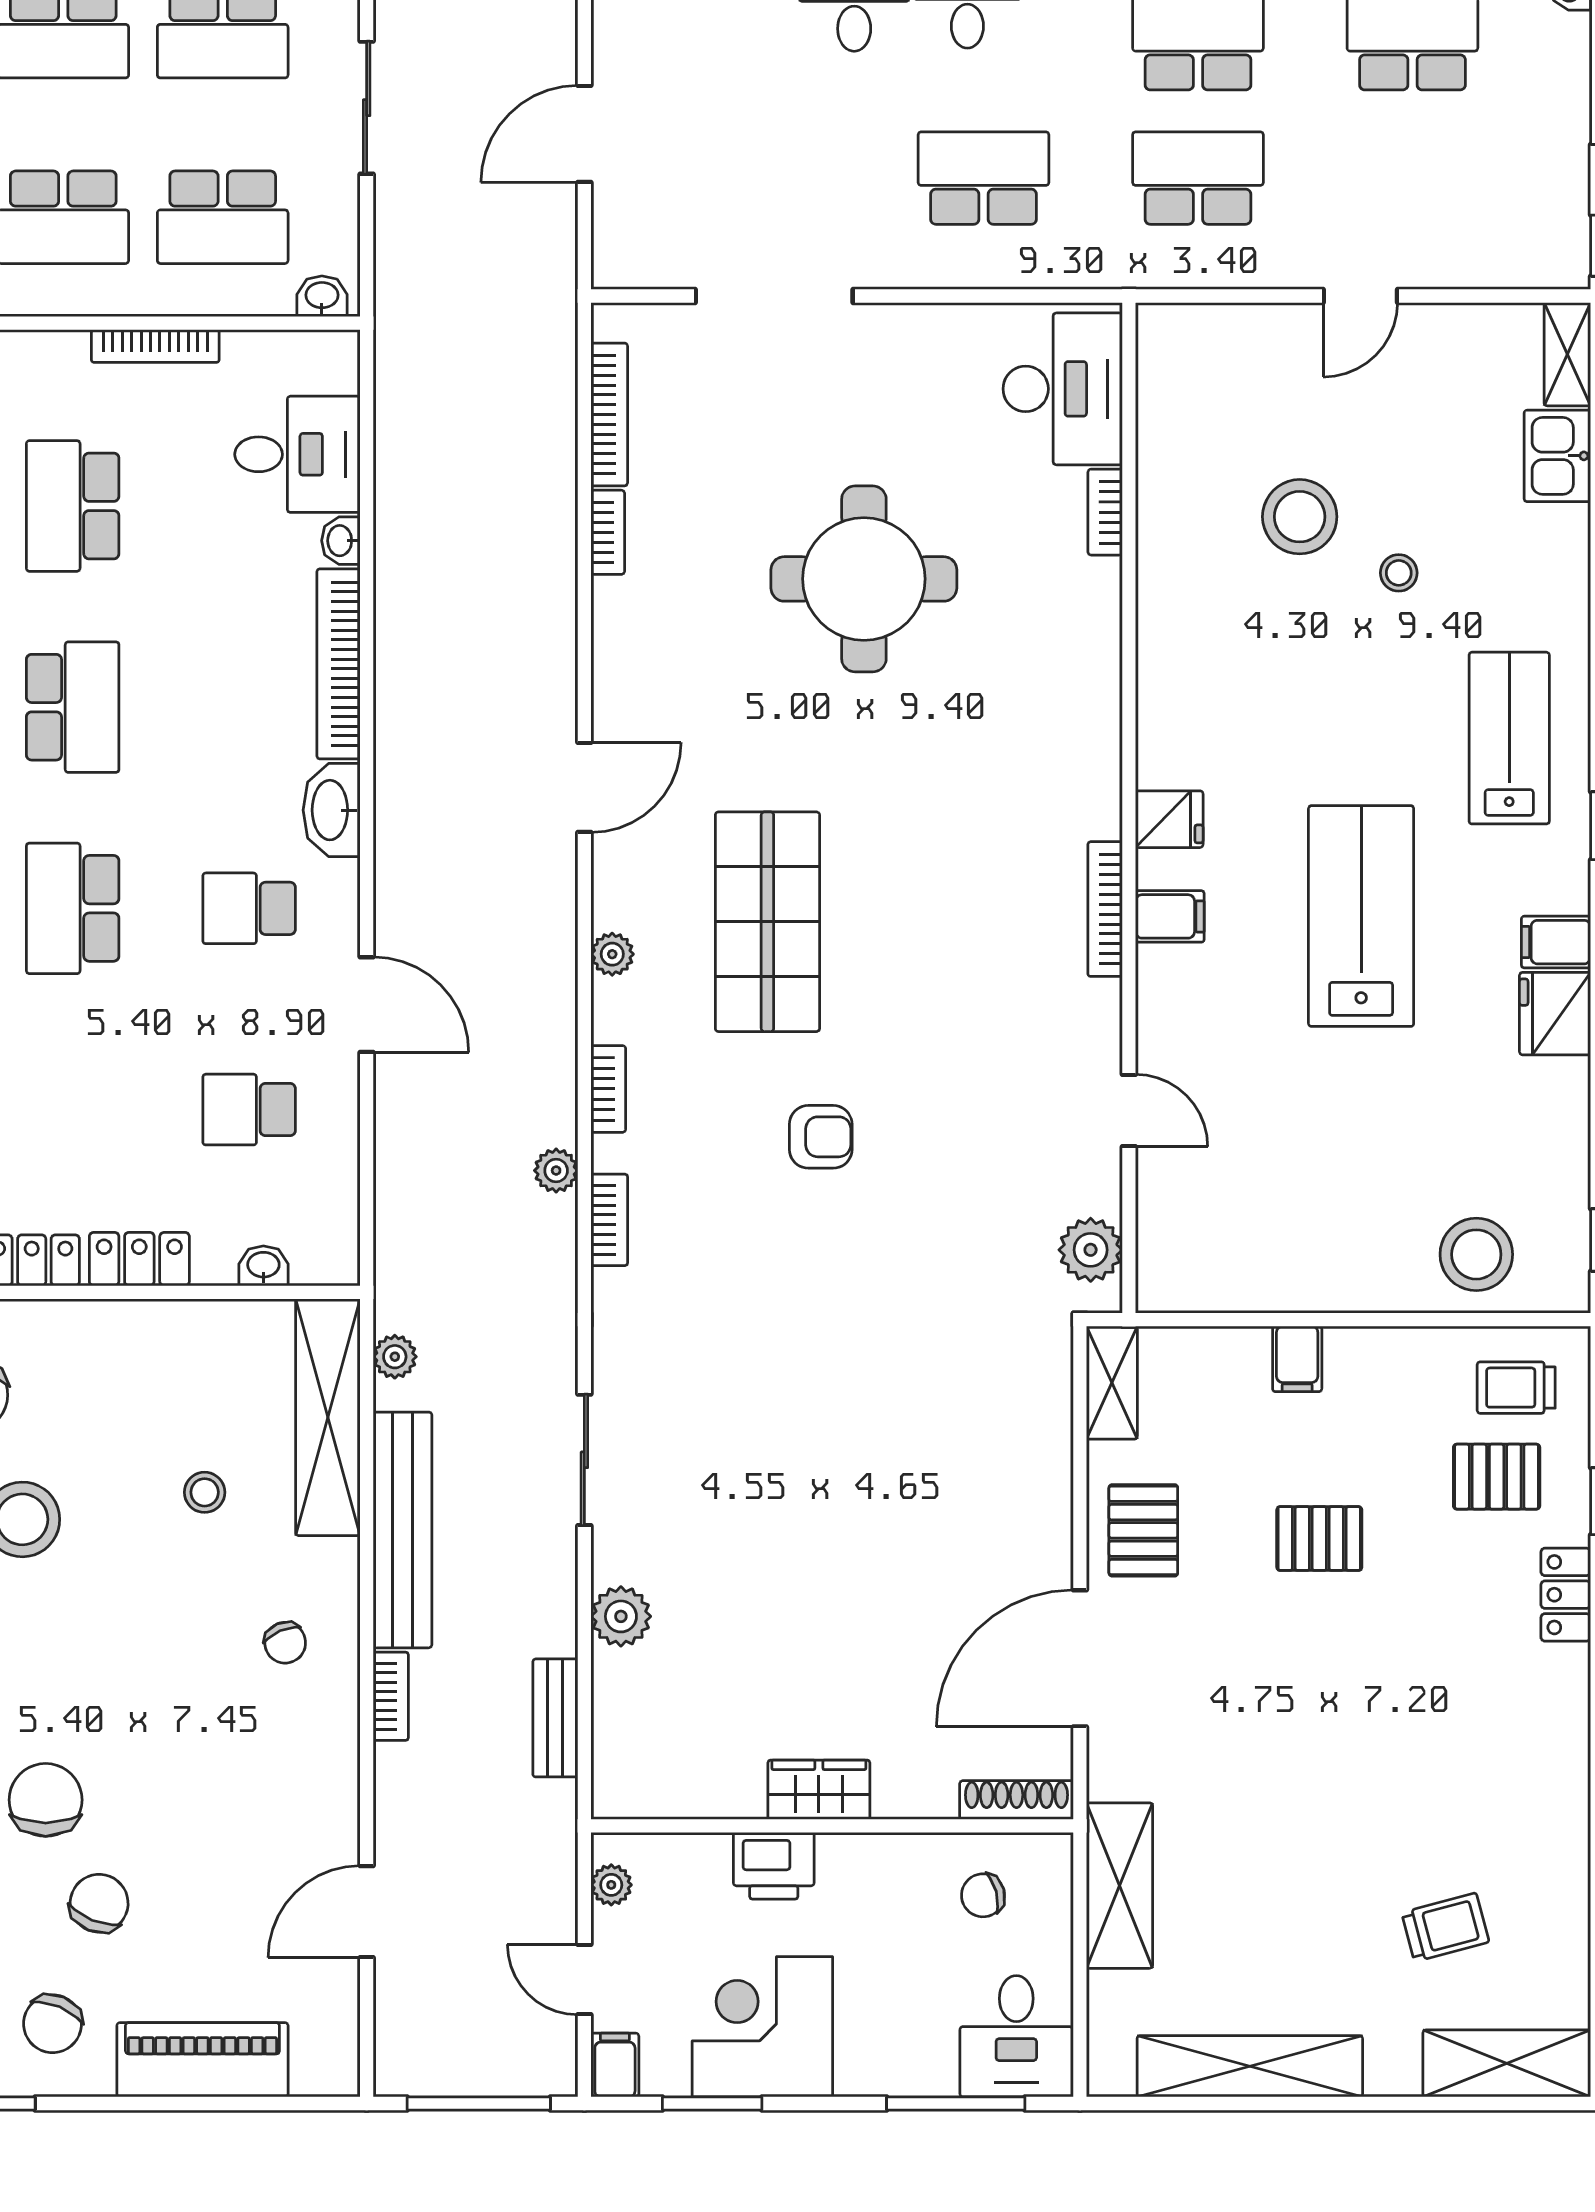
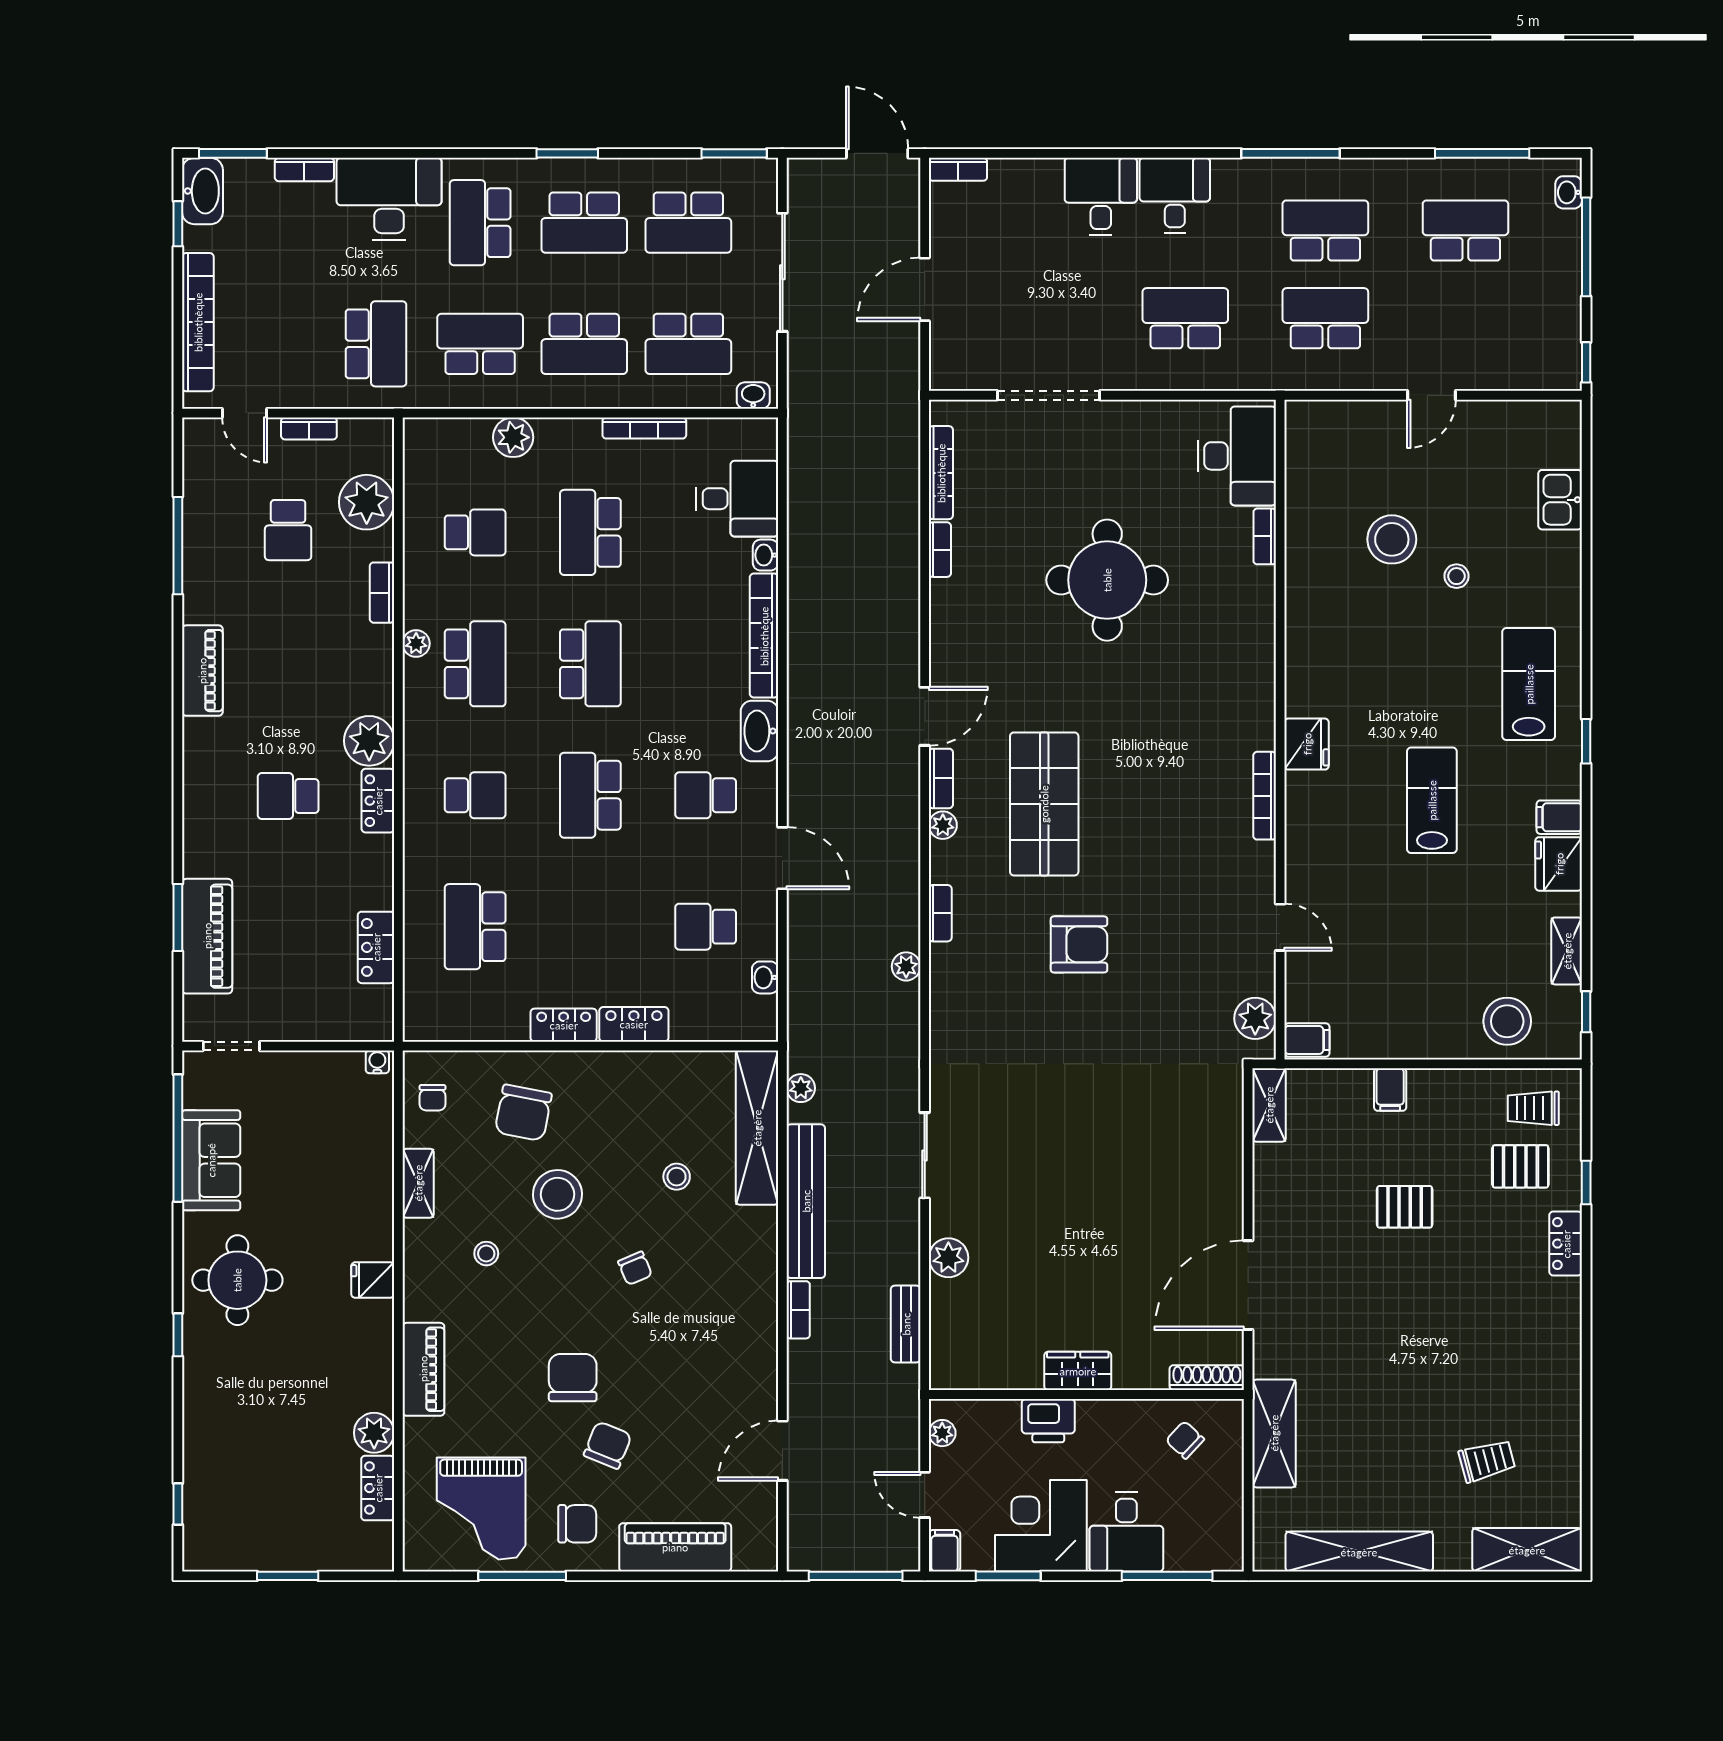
sliding door: (367, 108) -> (782, 272), width x1.37
shelving: (1567, 354) -> (1567, 951), moved
fridge: (1169, 819) -> (1307, 744), width x1.38
filing cabinet: (1170, 916) -> (1307, 1040), moved
lab bench: (1361, 916) -> (1432, 800), width x0.73, depth x0.72
armchair: (821, 1137) -> (1079, 944), width x1.38, depth x1.38
bookcase: (609, 1220) -> (941, 778), moved
washbasin: (263, 1266) -> (765, 977), moved, turned -90
pallet: (1143, 1530) -> (1290, 1202), removed
chair: (285, 1643) -> (635, 1268), moved
chair: (983, 1895) -> (1185, 1440), turned 58
chair: (53, 2024) -> (577, 1524), turned -113
desk: (1016, 2036) -> (1126, 1532), moved

